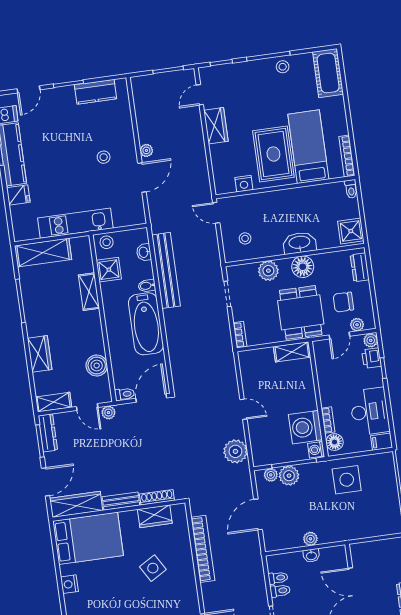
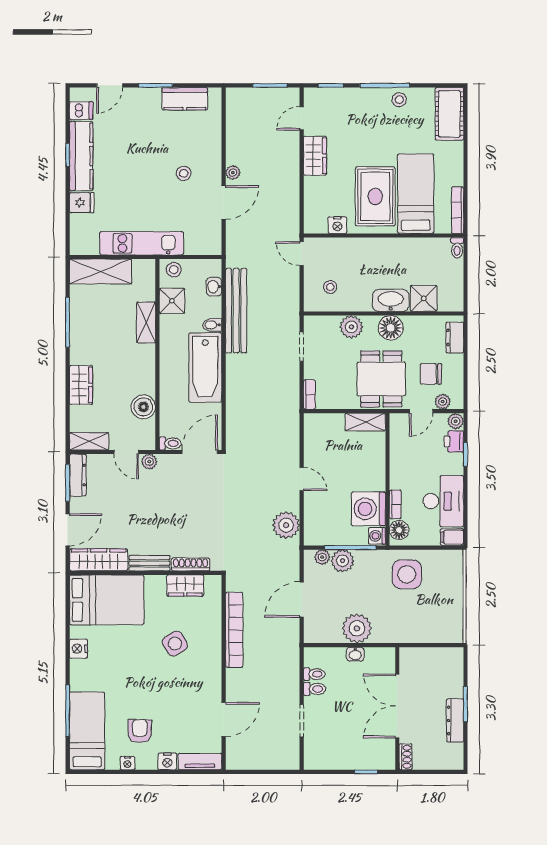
shower: (351, 231) -> (424, 298), moved
plant: (310, 539) -> (357, 628), width x1.88, depth x1.88

